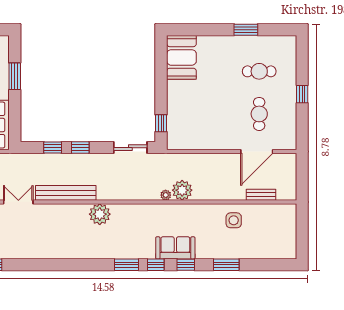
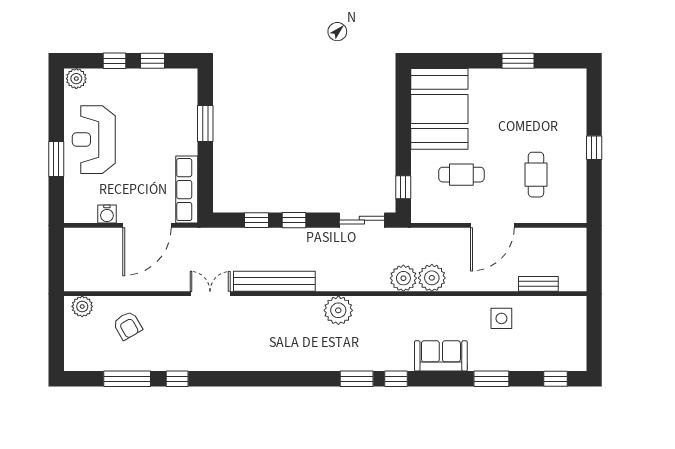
booth: (181, 57) -> (439, 109), width x1.36, depth x1.42
cafe table: (259, 71) -> (461, 175), moved
door: (257, 152) -> (492, 225), moved
plant: (166, 195) -> (403, 278), width x1.88, depth x1.88
plant: (100, 214) -> (338, 310), moved
sofa: (175, 248) -> (441, 356), moved
window: (186, 265) -> (555, 379), moved

